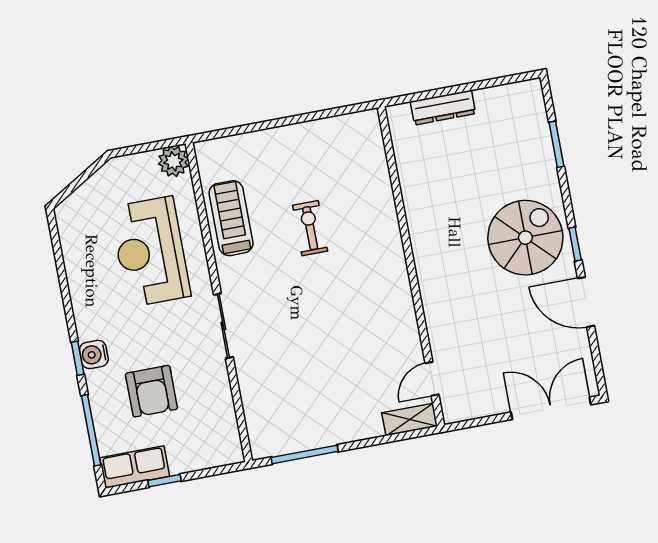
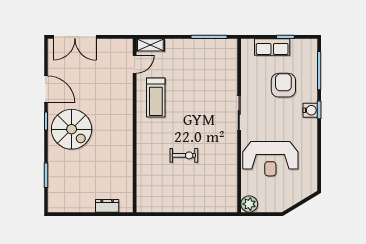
dresser: (443, 108) -> (107, 206), width x0.70
treadmill: (231, 218) -> (156, 97), moved
exercise bike: (310, 228) -> (184, 155), turned -90
spiral stairs: (525, 238) -> (72, 129), turned -90
reception desk: (150, 252) -> (270, 159), turned 90
row of seats: (135, 467) -> (272, 47), moved

